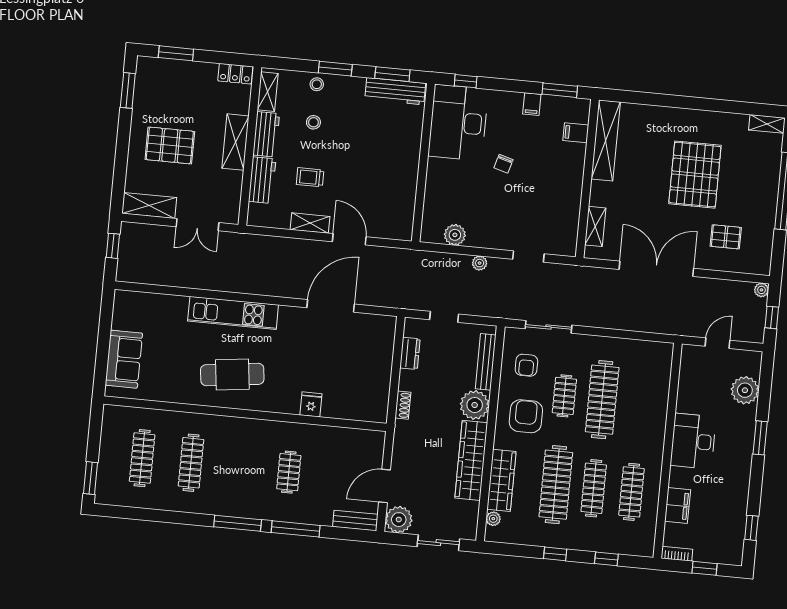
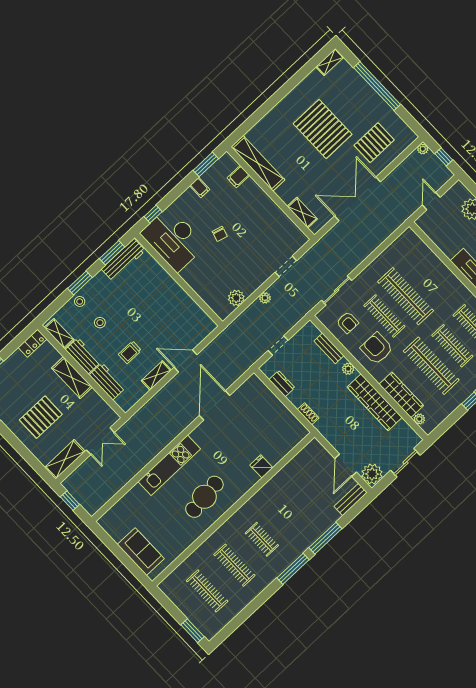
pallet: (726, 237) -> (374, 143), width x1.50, depth x1.42
bench: (486, 362) -> (329, 348), width x0.73
clothes rail: (564, 396) -> (384, 316), width x1.36
plant: (475, 405) -> (348, 369), width x0.53, depth x0.53
clothes rail: (289, 472) -> (262, 539), moved

